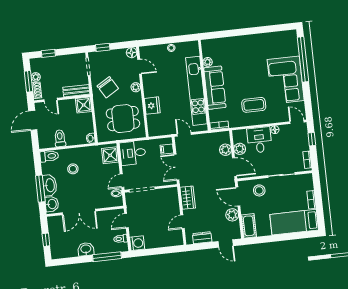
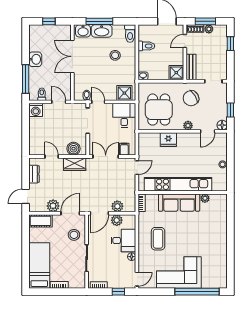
window: (103, 47) -> (230, 110), moved
boiler: (172, 201) -> (73, 149), added

